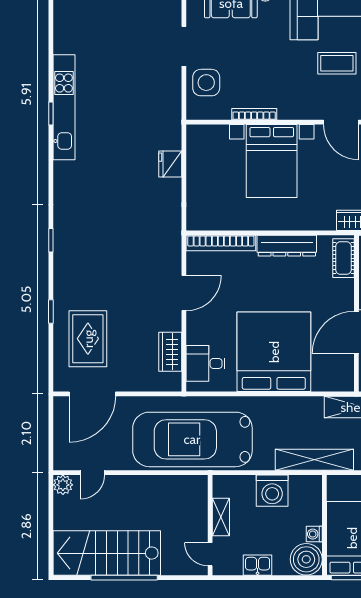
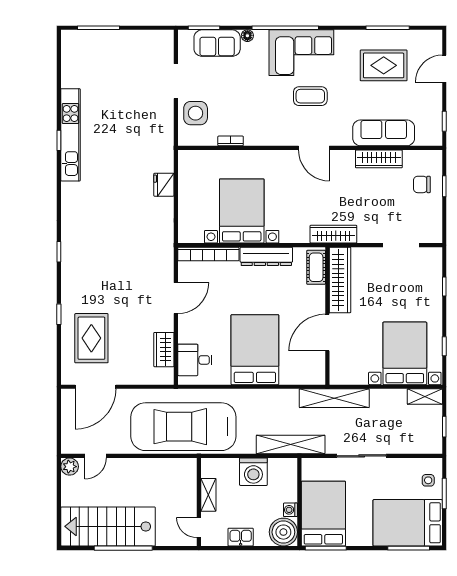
bookcase: (254, 114) -> (231, 141), width x0.64
bed with nightstands: (272, 161) -> (242, 211), moved, turned 180
bed: (274, 352) -> (255, 350), width x0.73

